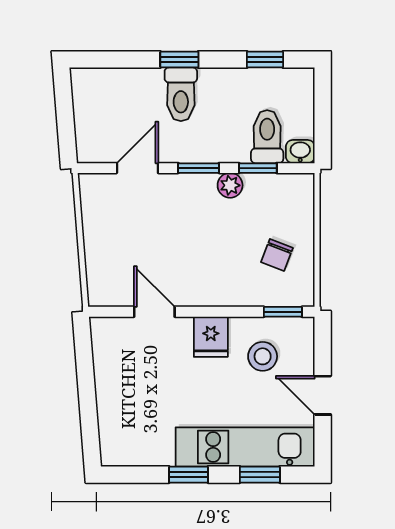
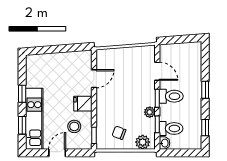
toilet: (181, 94) -> (171, 96), moved, turned 180
plant: (298, 201) -> (143, 142), added

